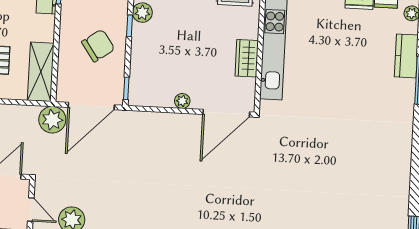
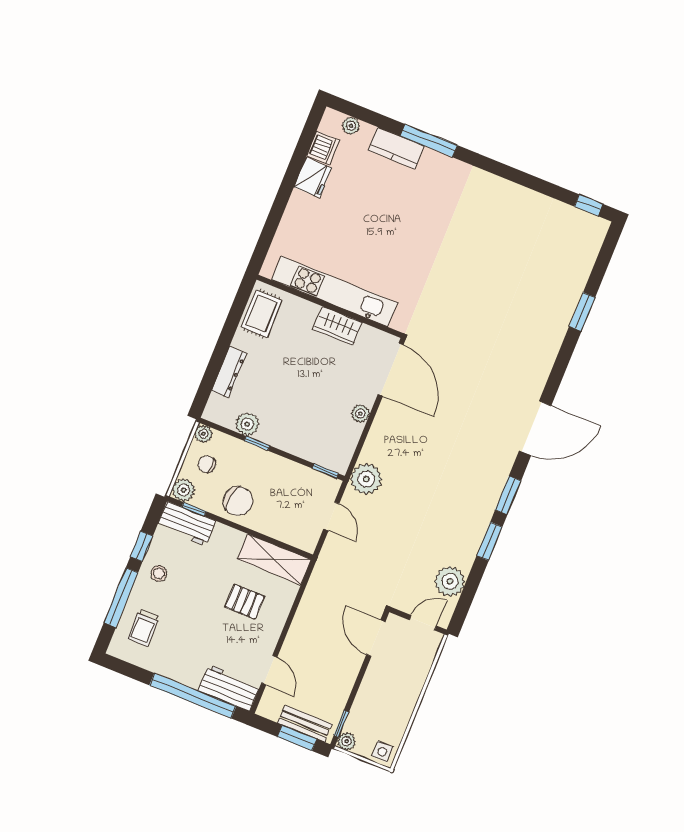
chair: (98, 46) -> (238, 501), moved, turned 134
door: (91, 106) -> (331, 516), width x0.53
plant: (52, 120) -> (366, 479), moved

